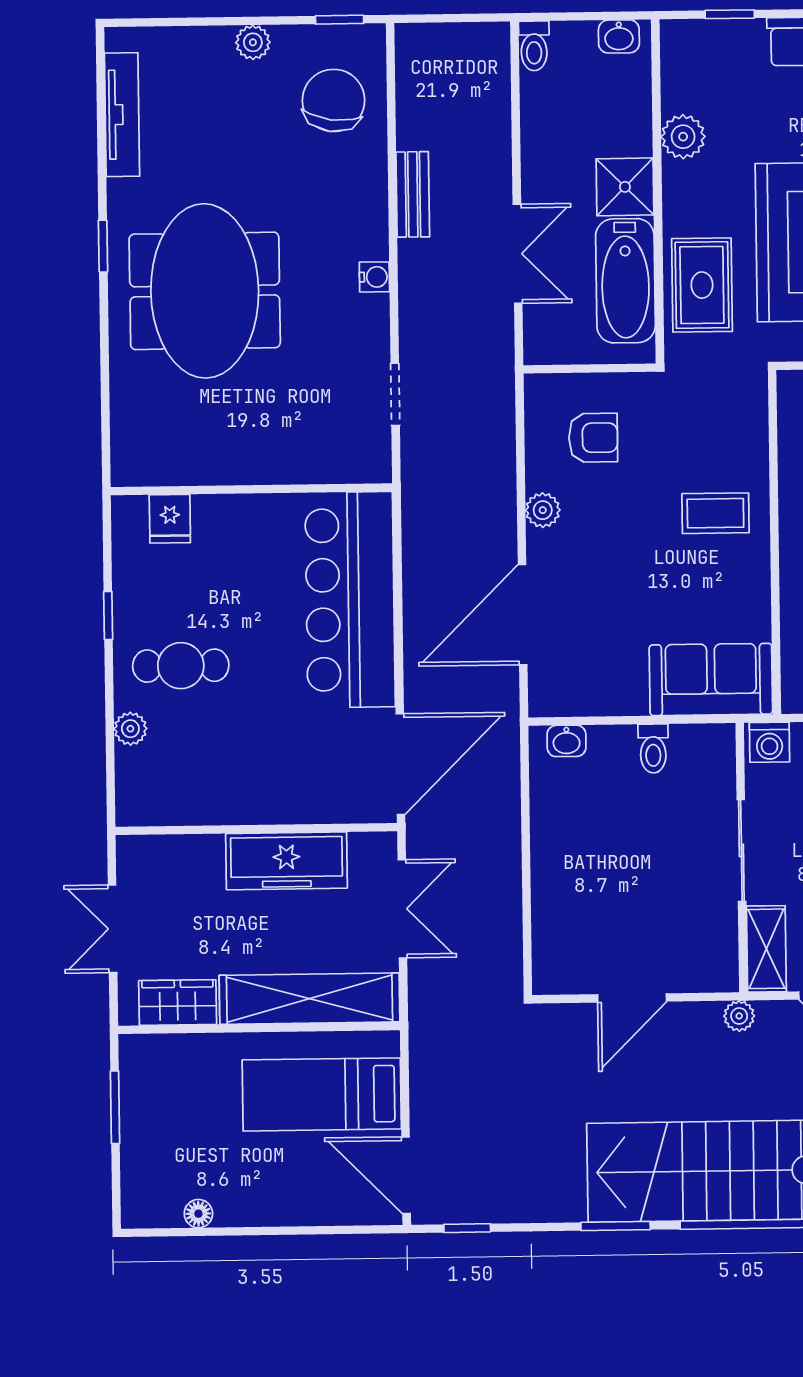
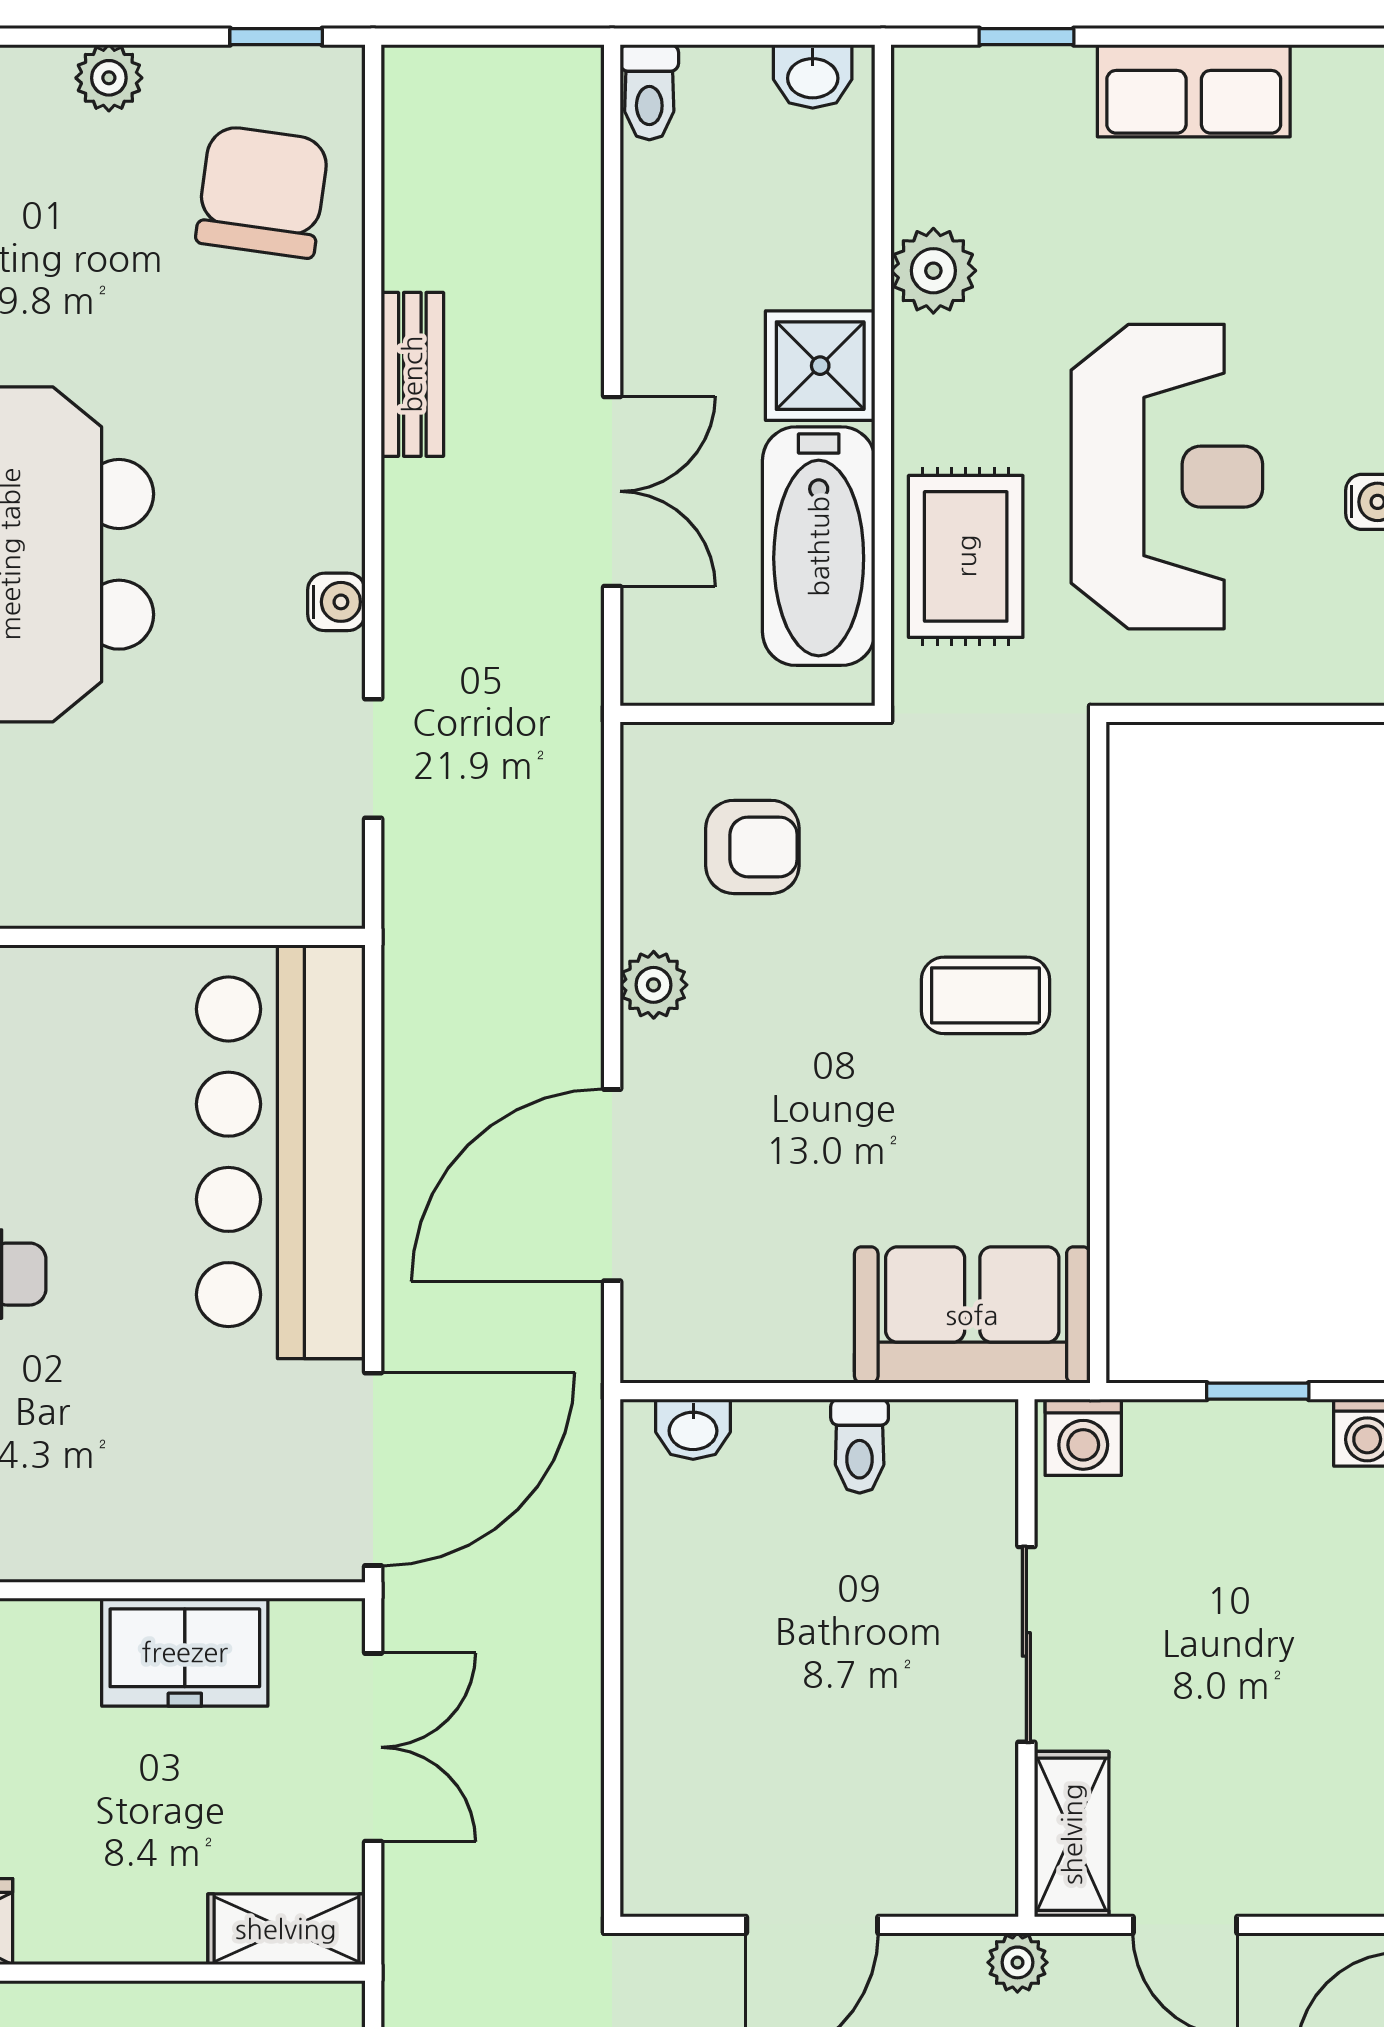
water cooler: (374, 277) -> (336, 602), moved
freezer: (286, 861) -> (185, 1652), width x0.71
shelving: (309, 999) -> (286, 1929), width x0.45, depth x0.75

